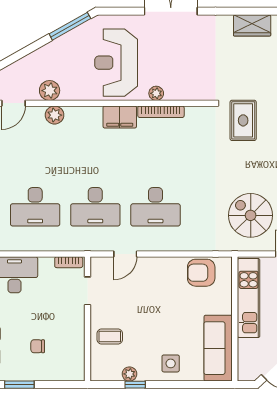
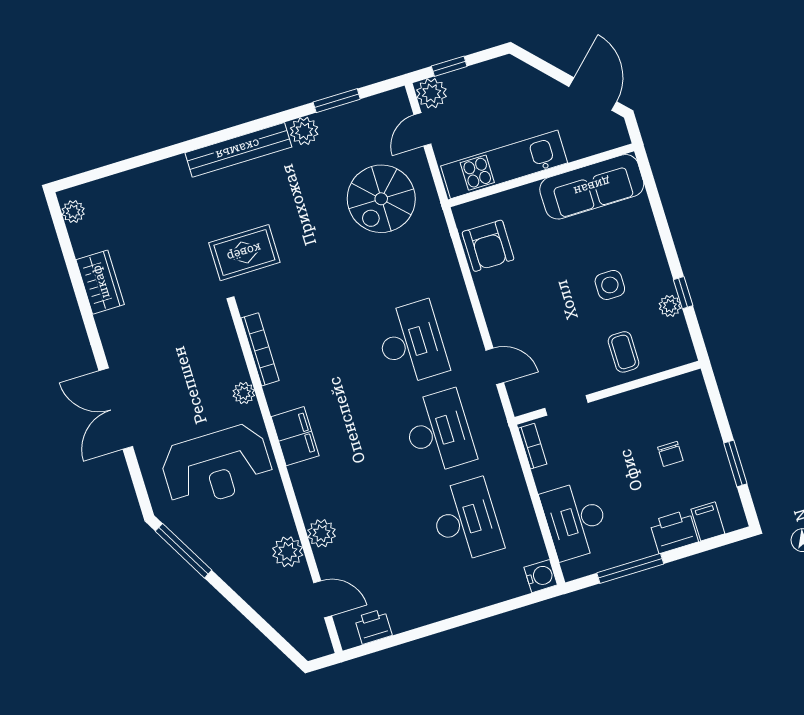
bookcase: (161, 112) -> (260, 349), moved
side table: (171, 363) -> (610, 285), moved

